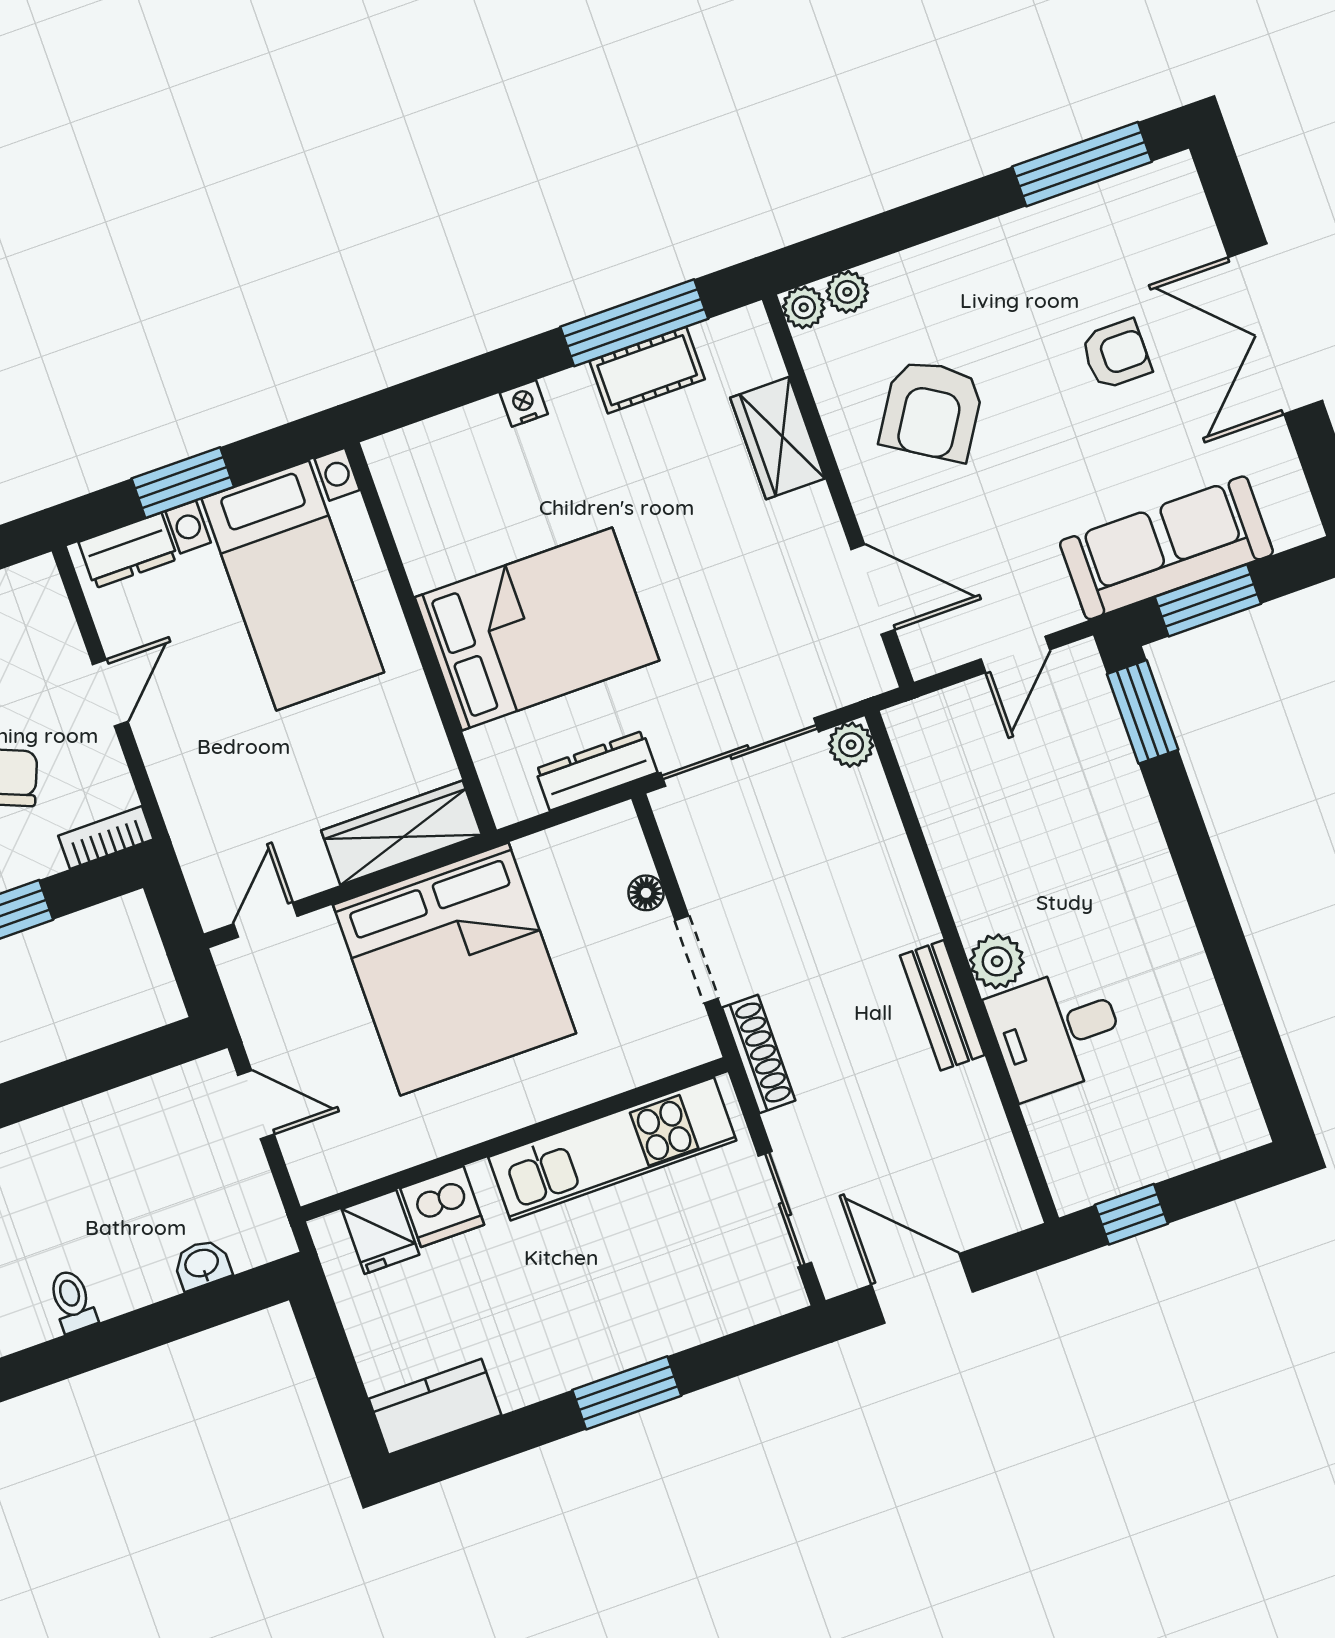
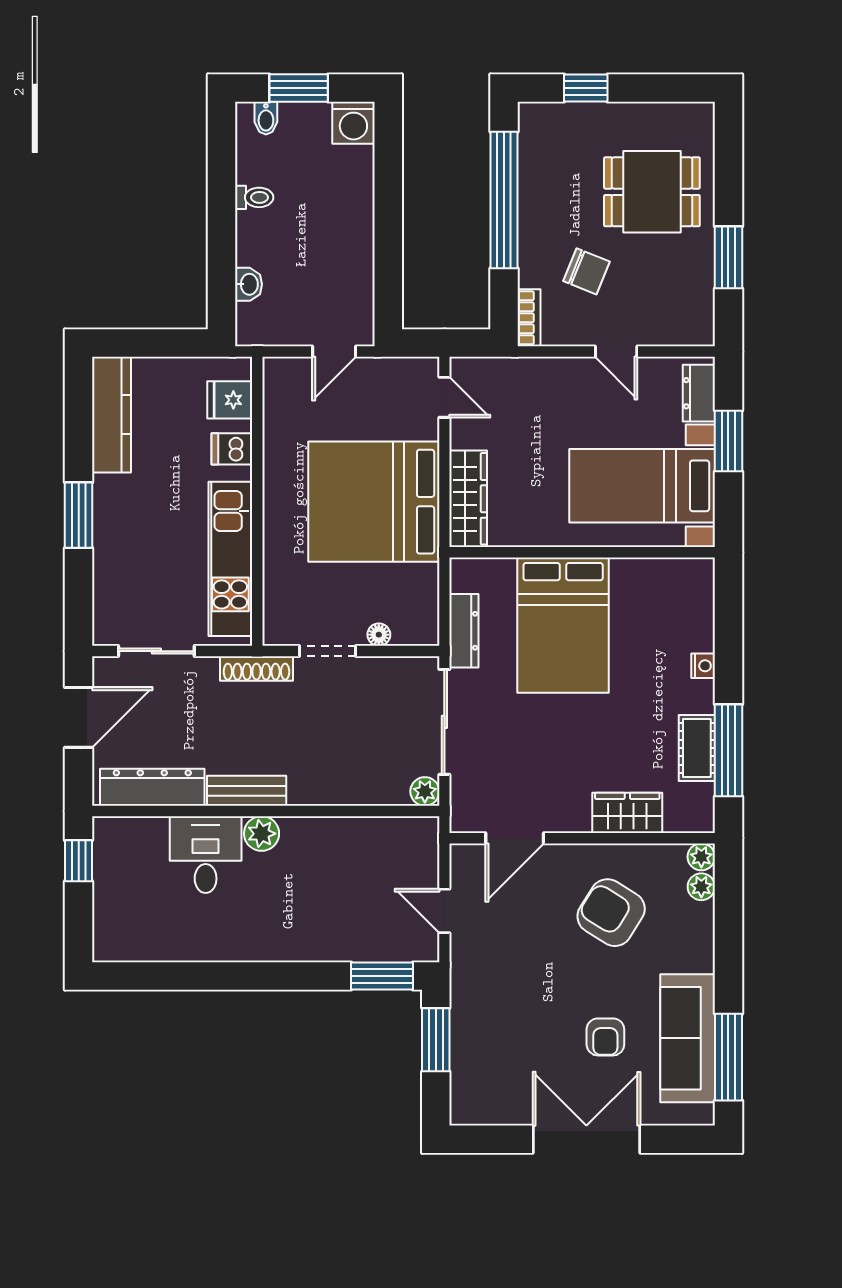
sofa: (1166, 548) -> (688, 1038), moved, turned 180
dresser: (986, 1145) -> (152, 787), added
dishwasher: (442, 1206) -> (232, 449), width x0.73
kitchen counter: (435, 1407) -> (112, 415), width x1.50

